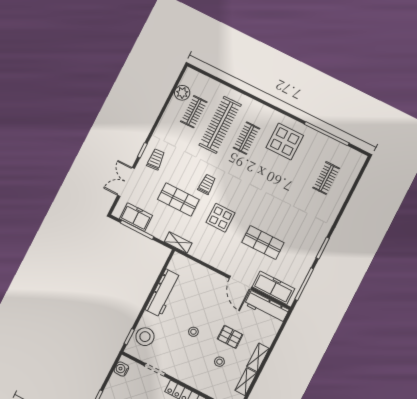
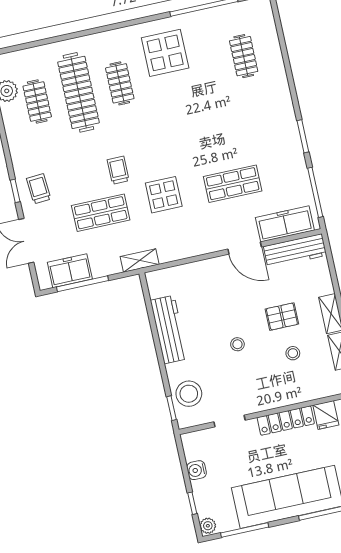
water cooler: (121, 369) -> (197, 470), moved

